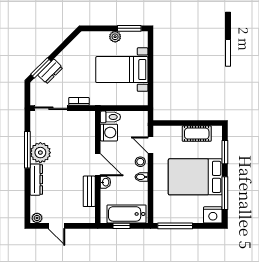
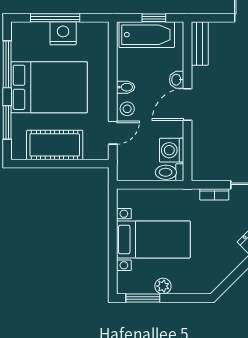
cot: (197, 134) -> (55, 145), width x1.37, depth x1.34
door: (150, 145) -> (113, 133), hinge flipped
door: (98, 165) -> (188, 105), hinge flipped
bench: (89, 191) -> (200, 44), moved
nightstand: (213, 215) -> (63, 33), moved
window: (175, 226) -> (55, 18), moved

